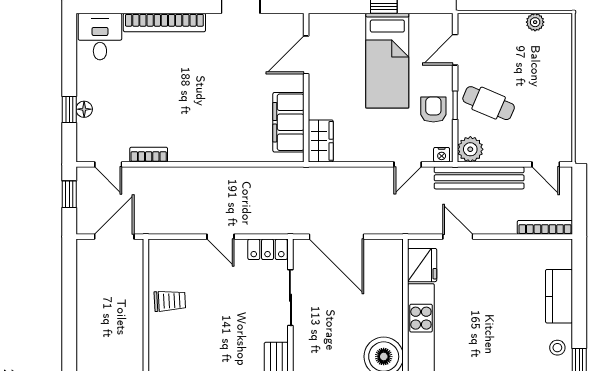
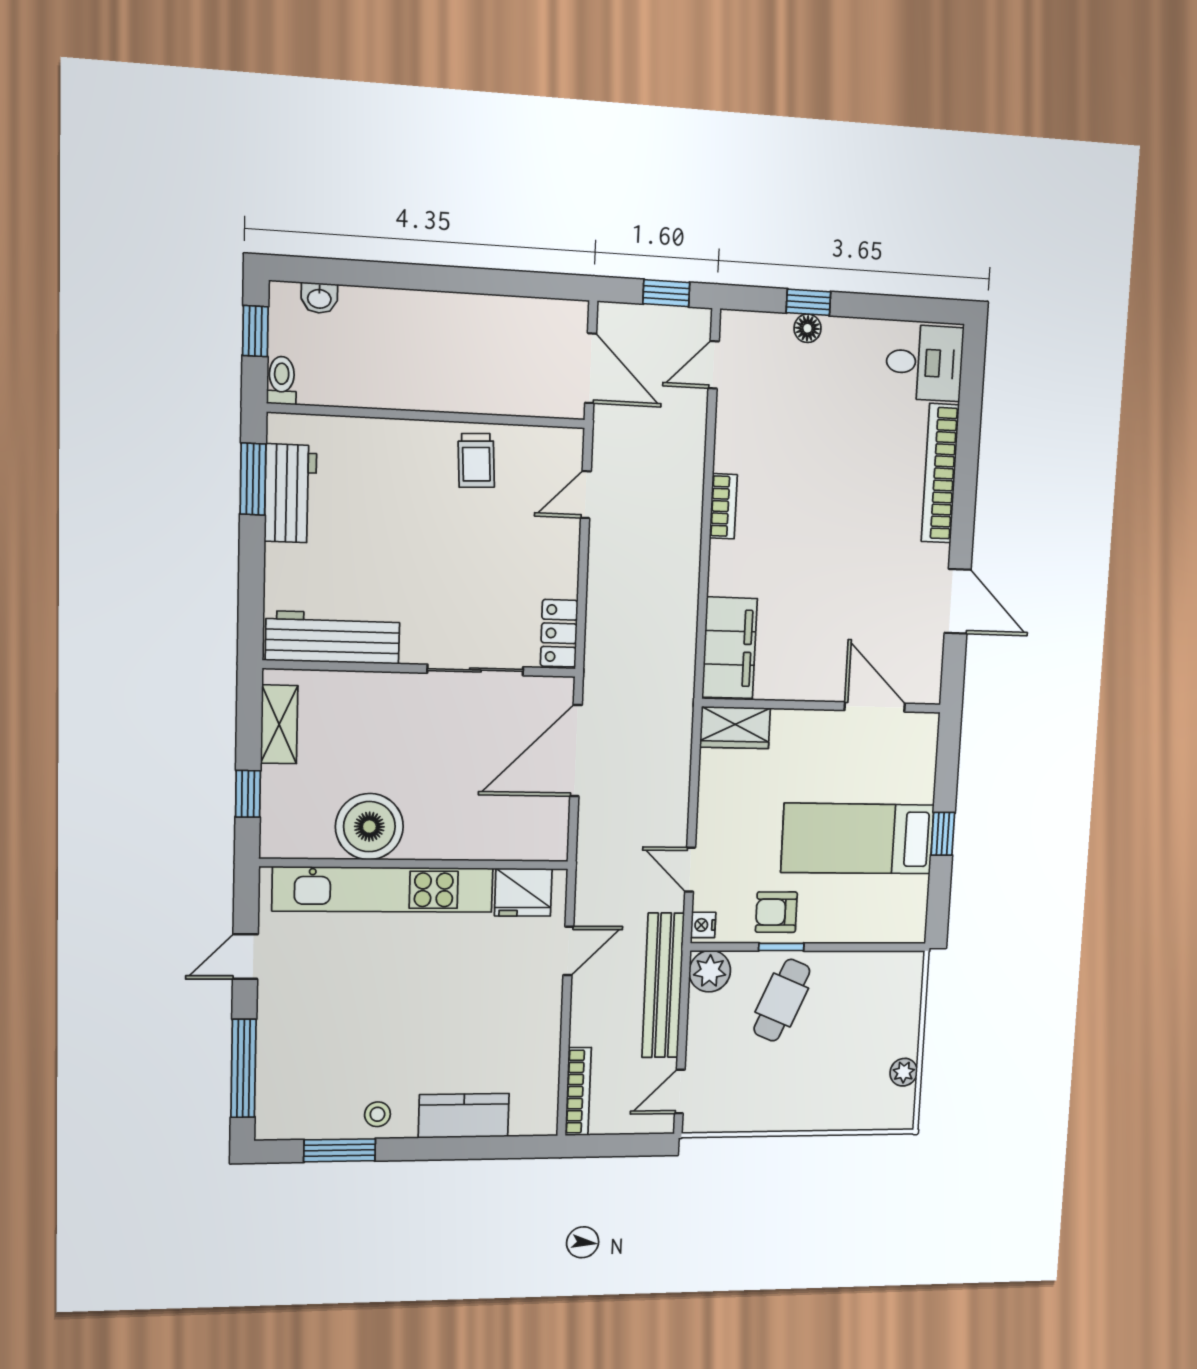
door: (455, 50) -> (869, 947), removed
armchair: (433, 110) -> (776, 912), turned 180
filing cabinet: (288, 122) -> (730, 648), moved, turned 90
bookcase: (149, 155) -> (723, 506), moved
door: (220, 237) -> (586, 495), moved

